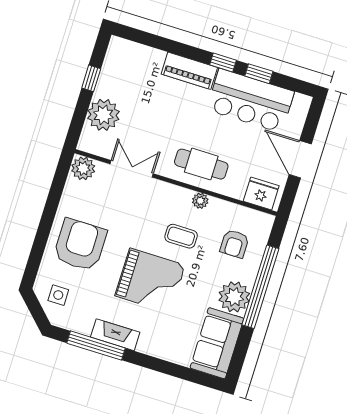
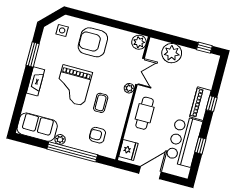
window: (223, 62) -> (212, 104), moved
window: (91, 78) -> (204, 48), moved
plant: (200, 201) -> (129, 88), moved
armchair: (80, 245) -> (93, 42), turned 180
plant: (234, 297) -> (60, 140), width x0.53, depth x0.53
fireplace: (115, 335) -> (36, 81), moved
window: (96, 346) -> (33, 54), width x0.69

